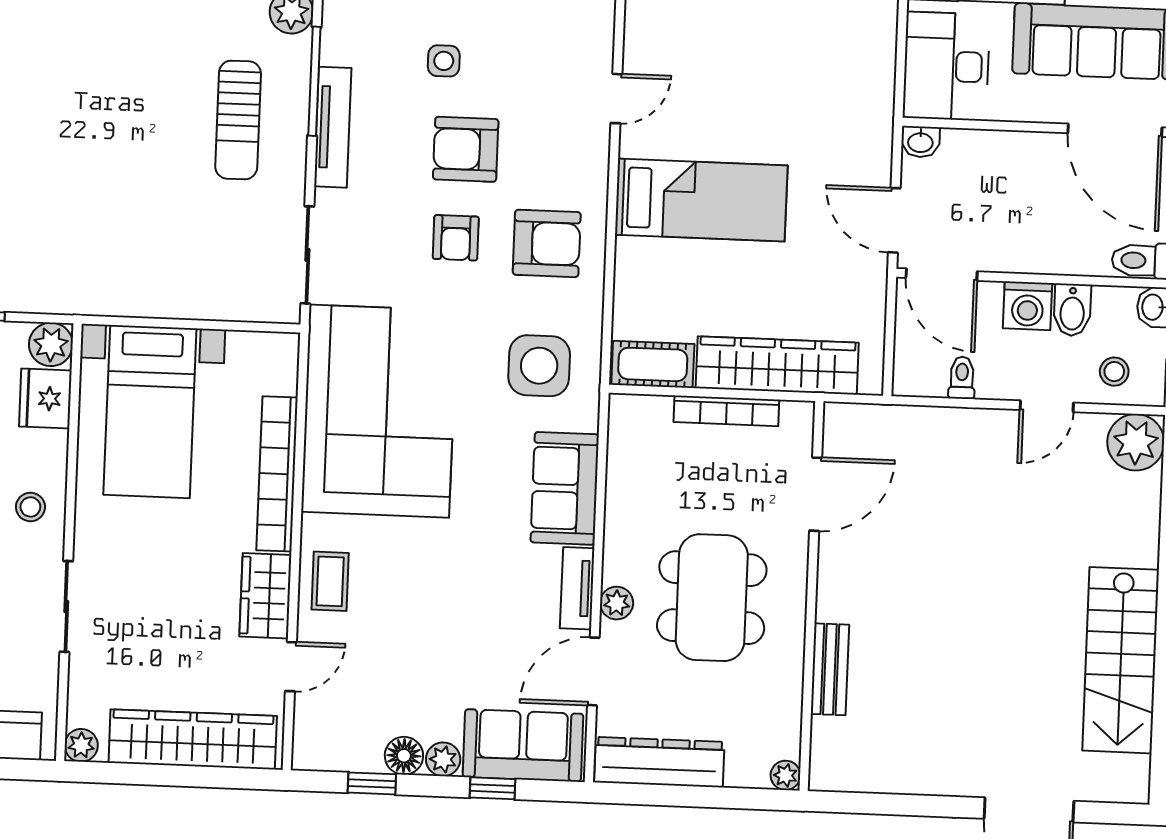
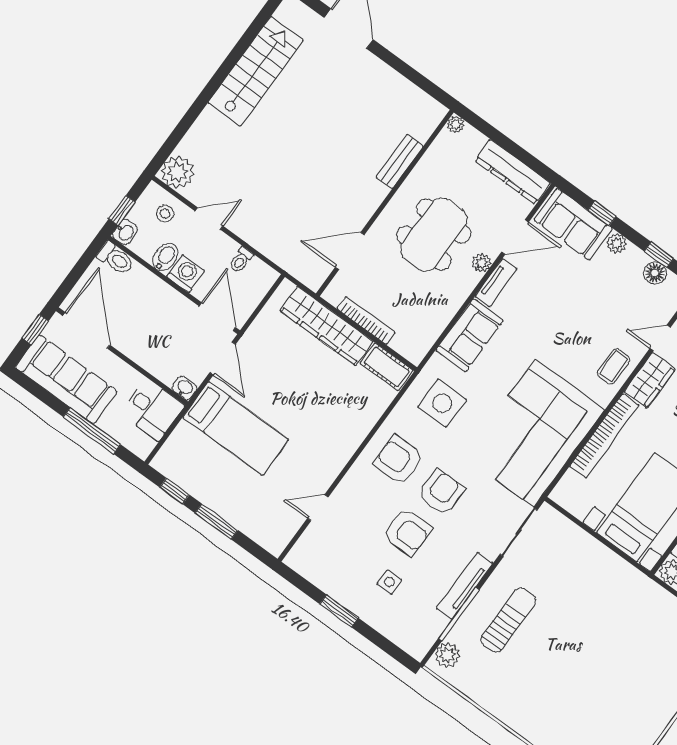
desk: (946, 66) -> (152, 409), width x0.73
bed: (701, 200) -> (236, 428), moved, turned 180
armchair: (456, 238) -> (441, 492), width x1.38, depth x1.38
floor lamp: (404, 756) -> (655, 273), moved

